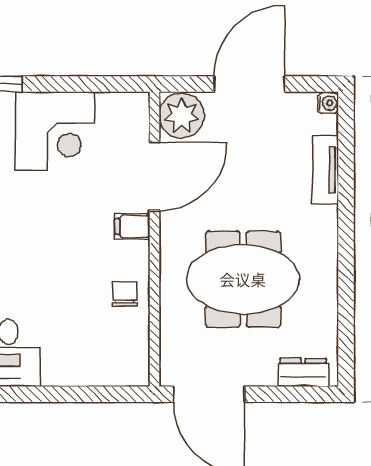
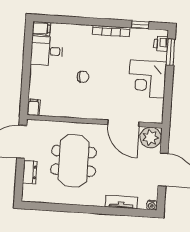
filing cabinet: (132, 227) -> (33, 107), moved
chair: (125, 294) -> (83, 77), moved
dresser: (303, 372) -> (30, 172), moved

